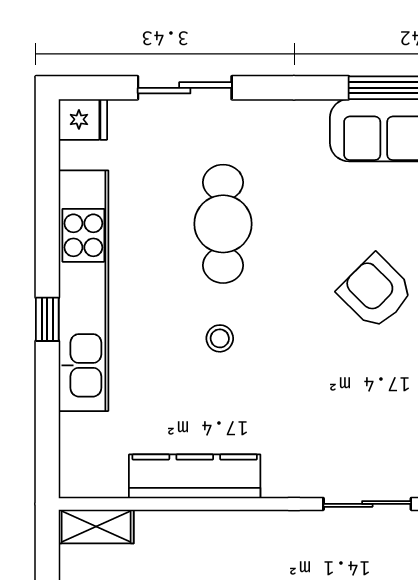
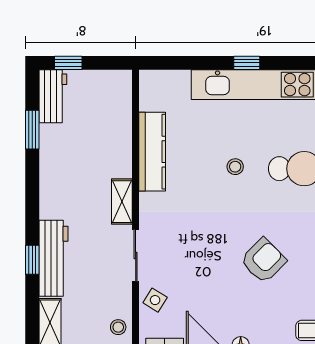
shelving: (96, 526) -> (122, 202), moved

